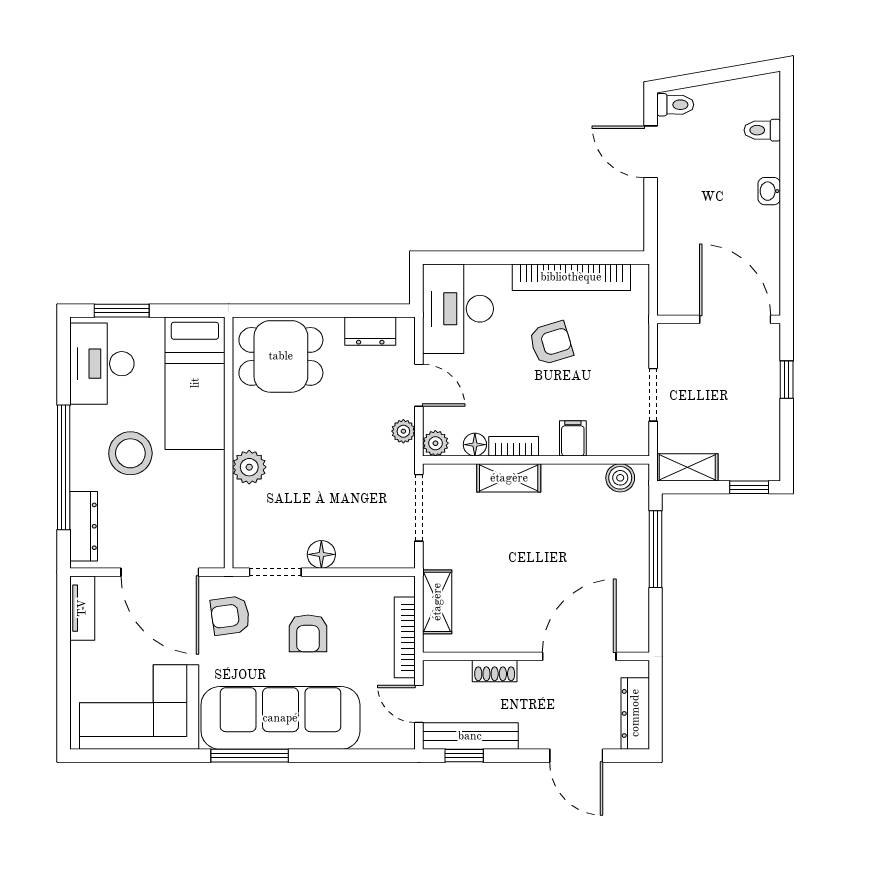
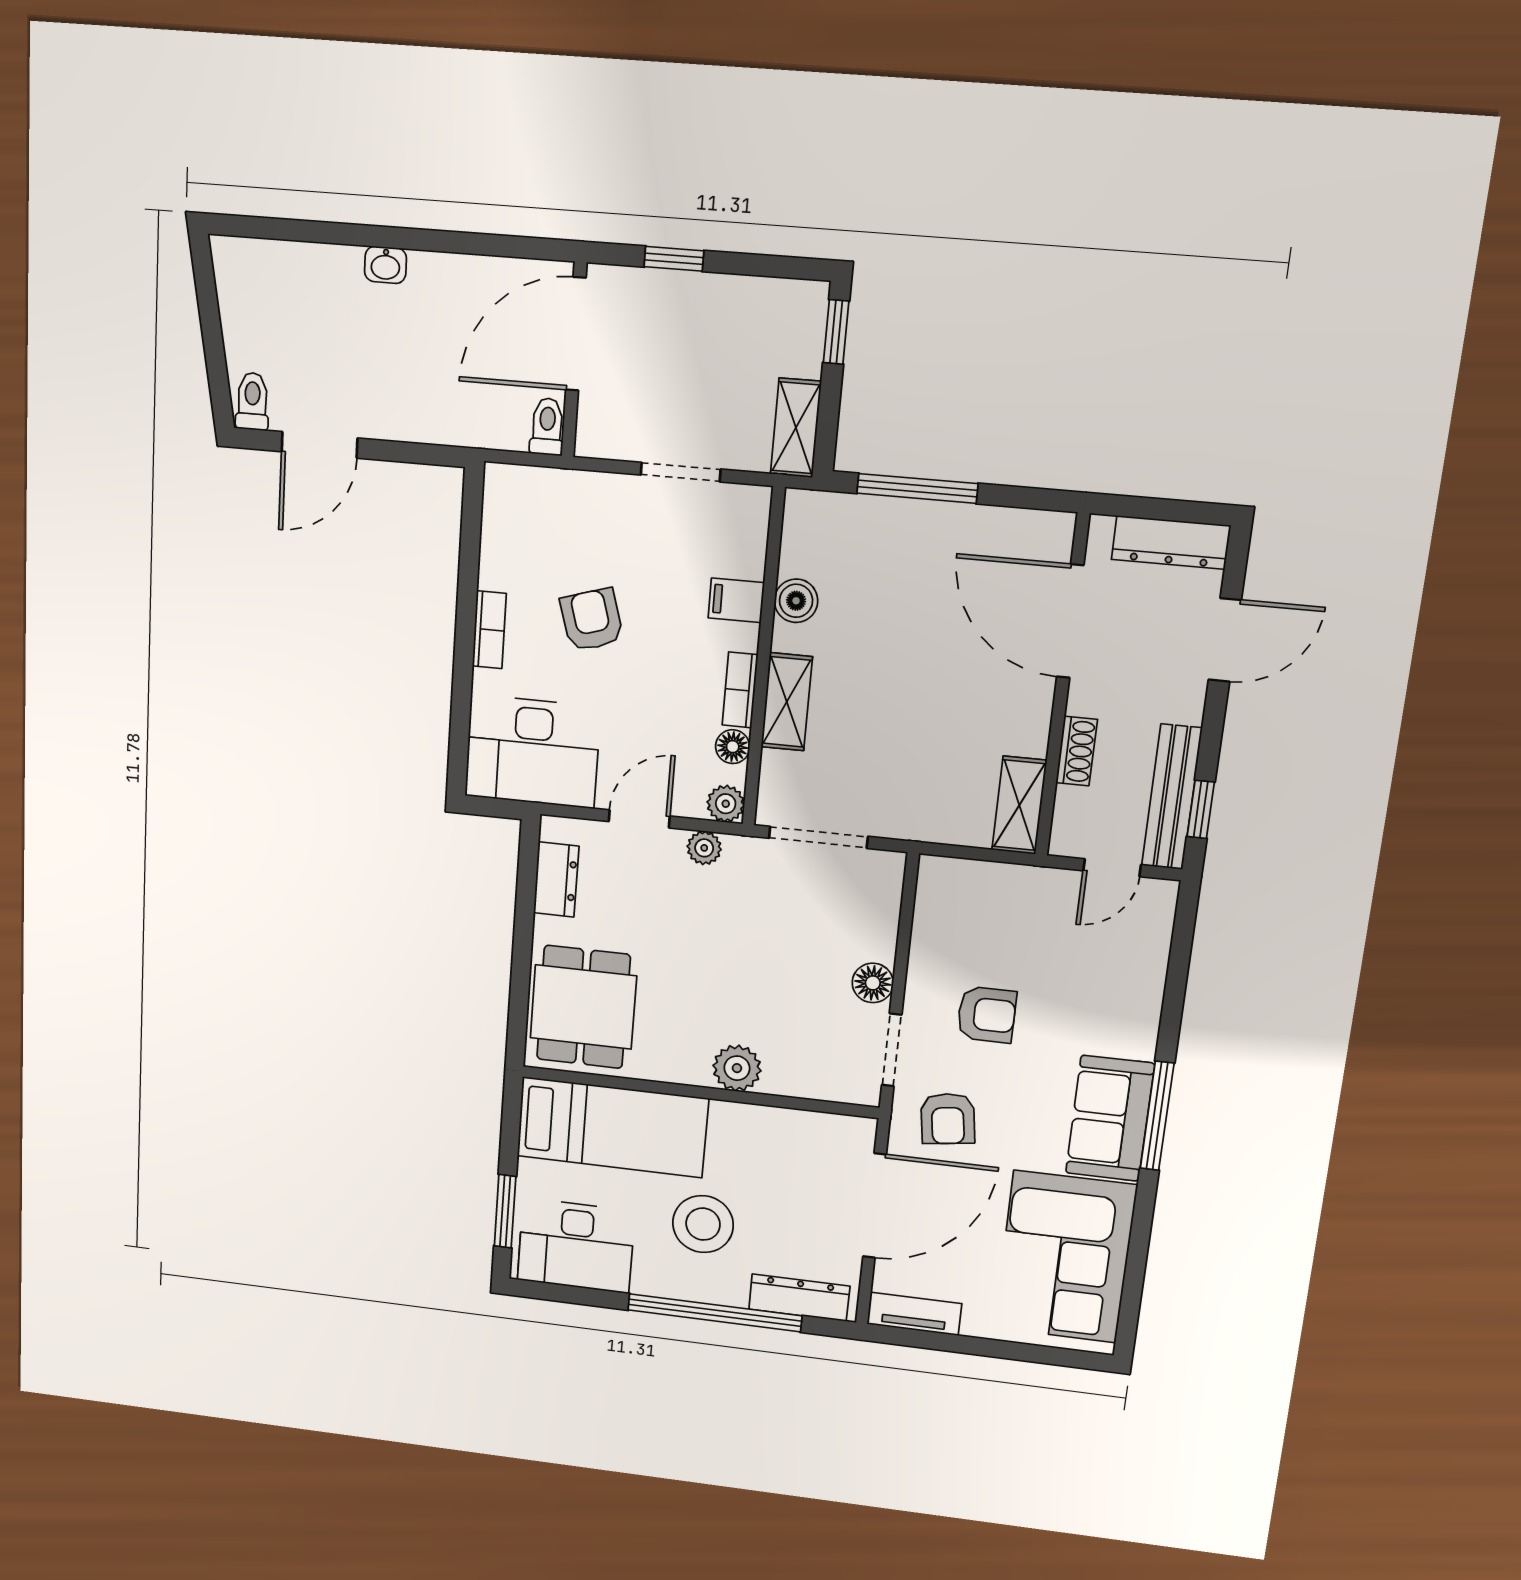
toilet: (762, 130) -> (547, 427), moved, turned 180
bookcase: (571, 277) -> (489, 630), width x0.43, depth x0.76
boiler: (620, 478) -> (796, 601), moved
shelving: (437, 602) -> (1019, 805), moved, turned 90
bookcase: (405, 637) -> (1009, 878), removed
sofa: (280, 718) -> (1110, 1118), width x0.54, depth x0.79

